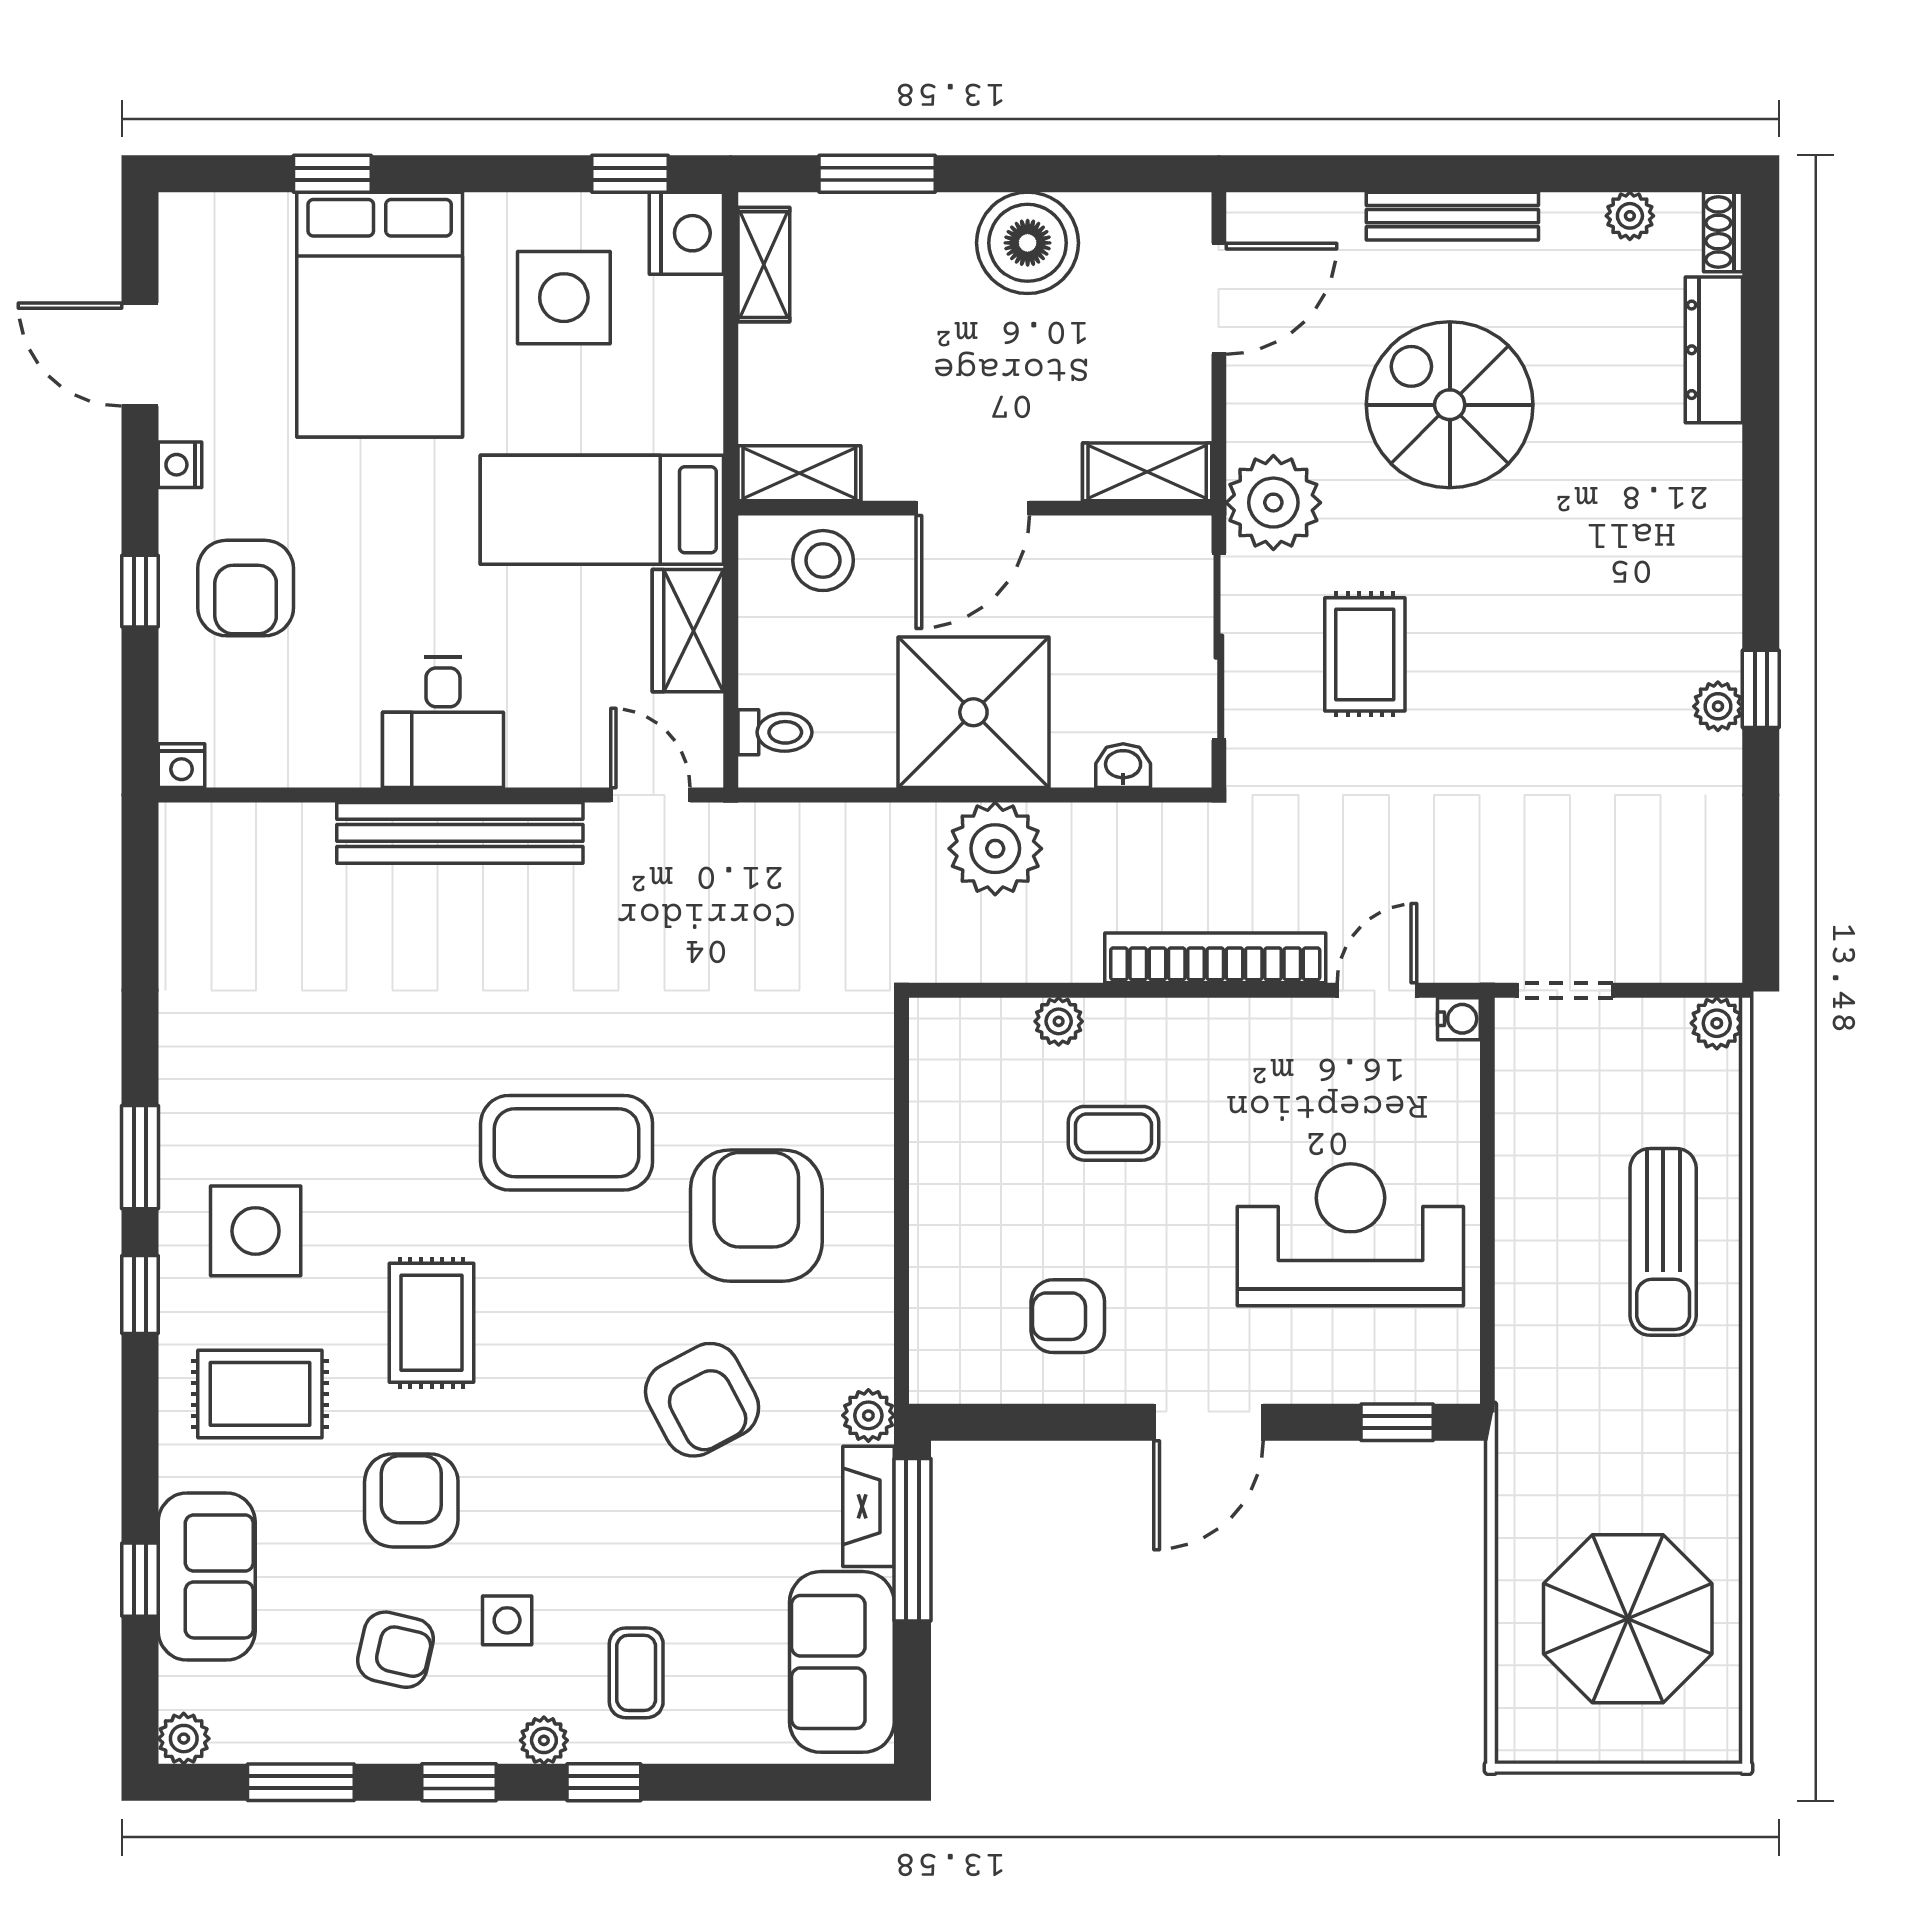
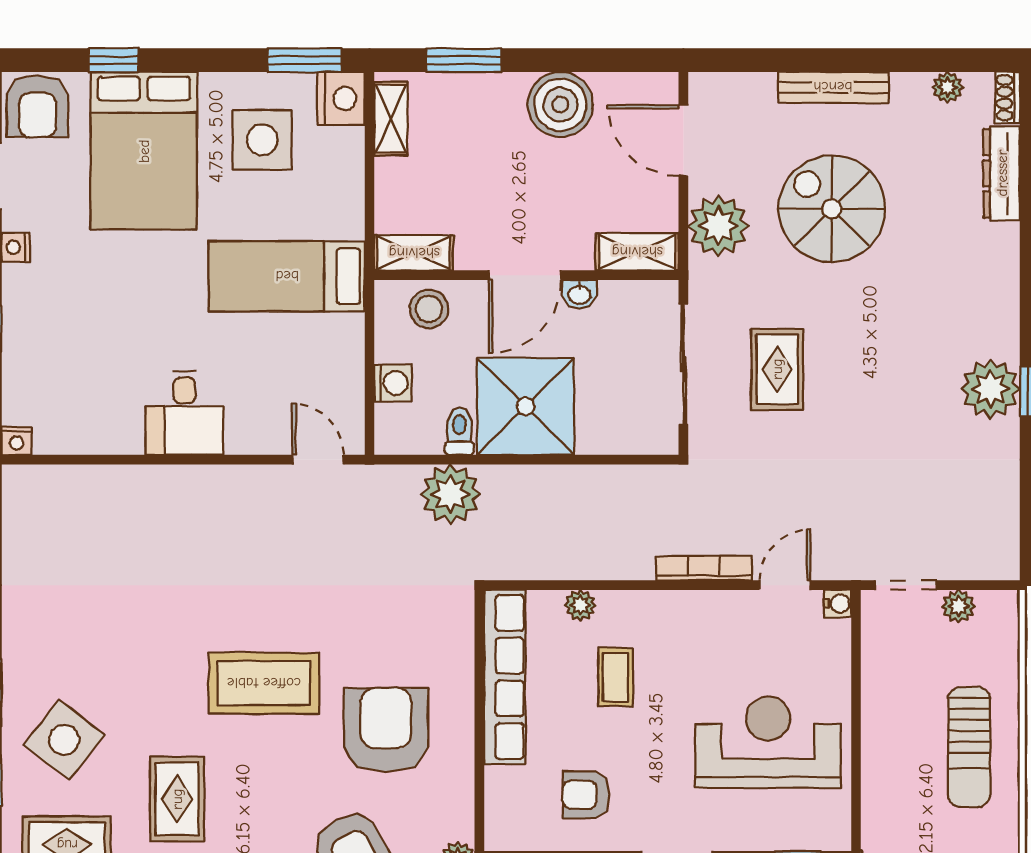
window: (630, 174) -> (305, 60), width x1.50
door: (1219, 299) -> (683, 141), swing flipped
plant: (1273, 503) -> (718, 226), moved
armchair: (246, 588) -> (38, 106), moved
wardrobe: (688, 631) -> (342, 354), removed
washing machine: (767, 676) -> (393, 383), added
plant: (1718, 706) -> (991, 389), width x1.88, depth x1.88
toilet: (775, 732) -> (459, 431), moved, turned -90
washbasin: (1123, 766) -> (579, 294), moved, turned 180
bench: (460, 833) -> (195, 484), removed
plant: (995, 849) -> (451, 494), moved
bookcase: (1215, 958) -> (704, 568), width x0.68, depth x0.76
plant: (1717, 1023) -> (958, 606), moved
row of seats: (941, 1133) -> (505, 677), added
coffee table: (1113, 1133) -> (616, 677), turned 90
side table: (256, 1231) -> (64, 740), turned 38

